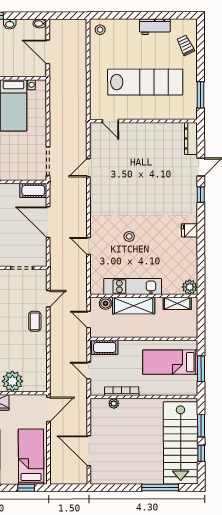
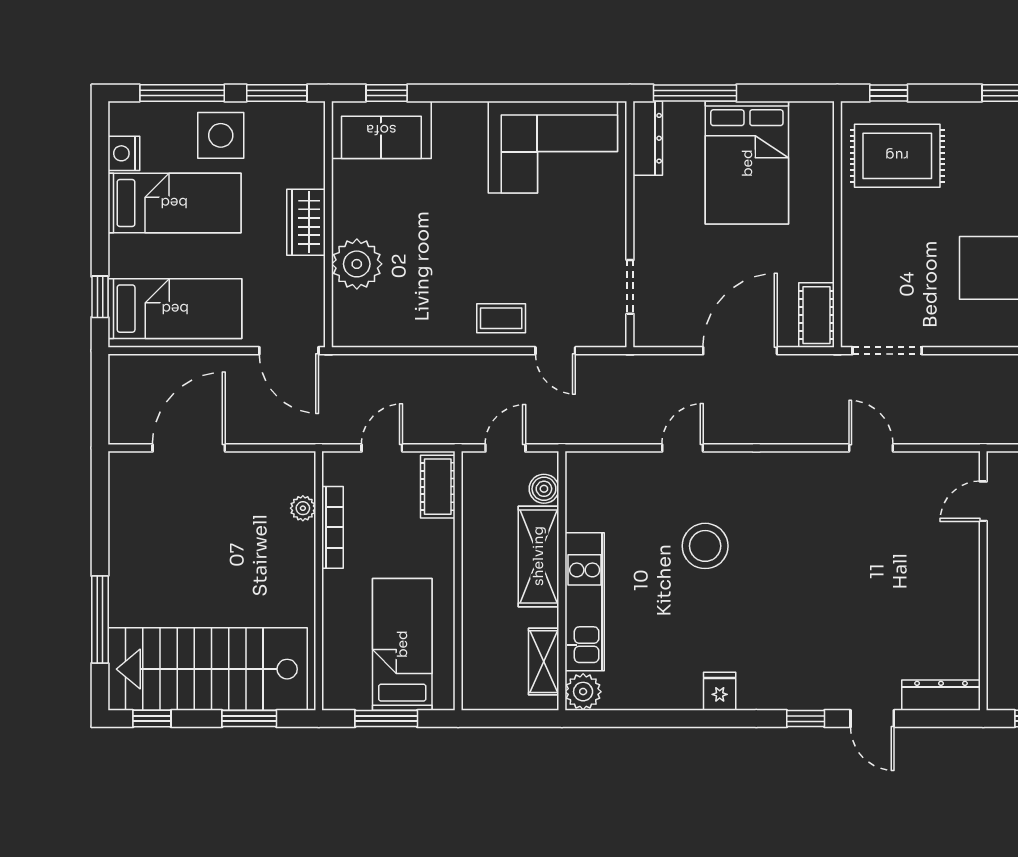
stool: (129, 236) -> (705, 546), width x1.89, depth x1.89
kitchen unit: (133, 286) -> (585, 602), moved
window: (201, 453) -> (152, 719), moved

